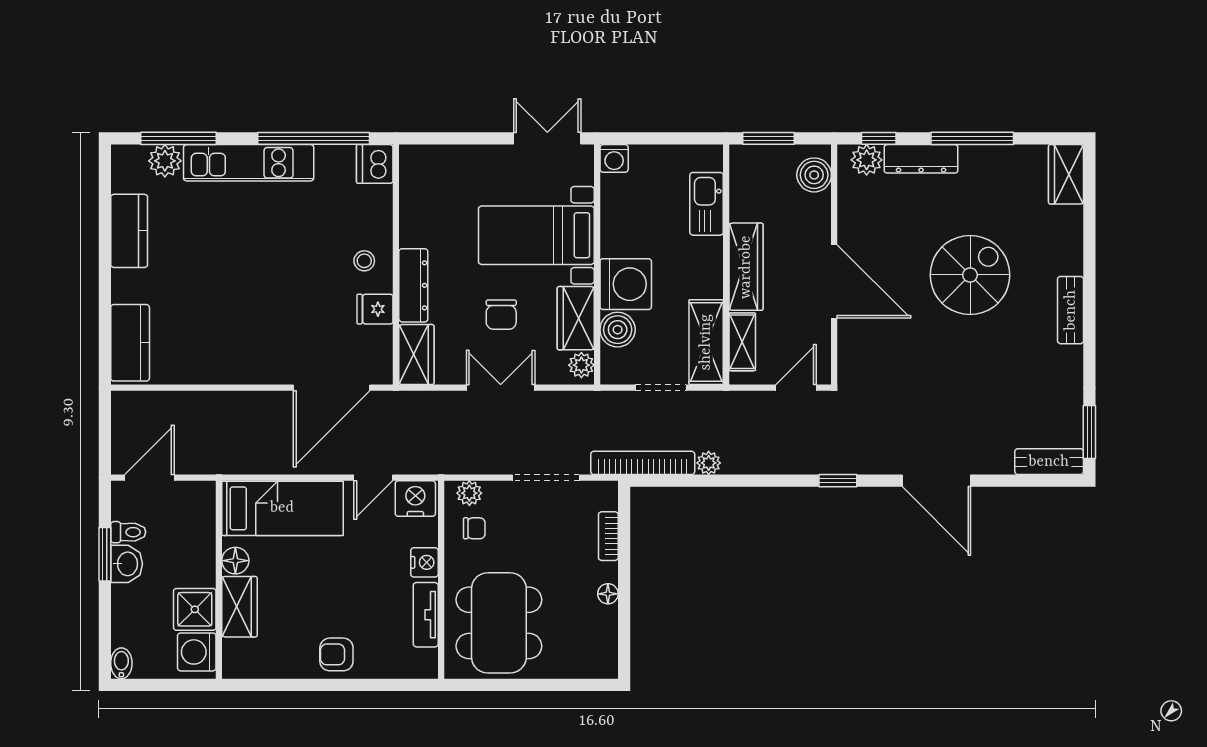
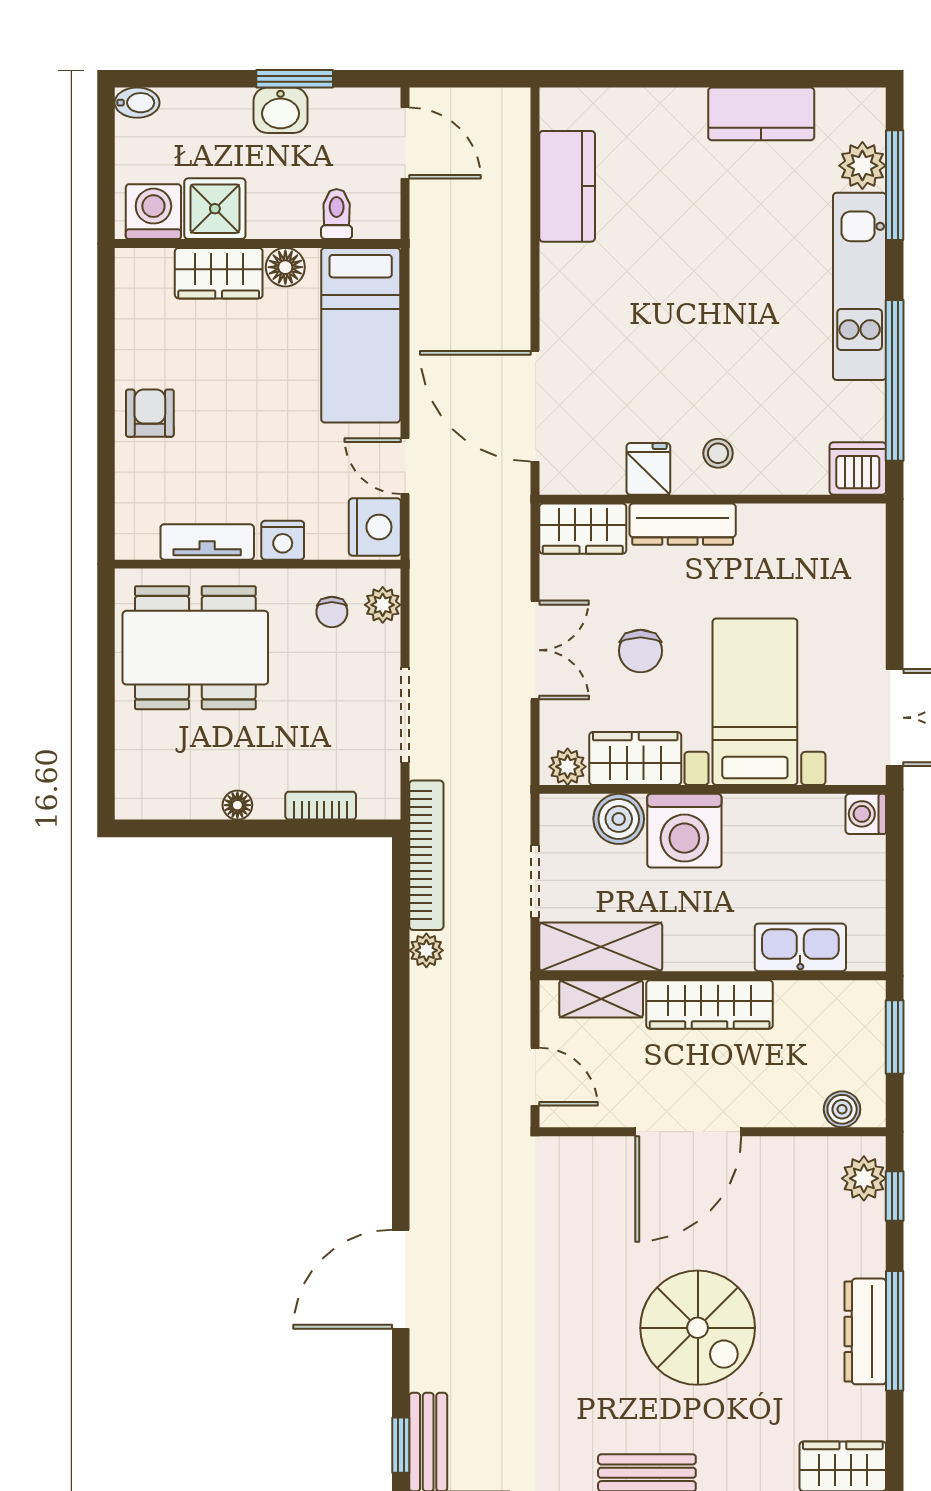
dresser: (921, 159) -> (865, 1331), moved
boiler: (814, 175) -> (842, 1109), width x0.73, depth x0.73
chair: (501, 315) -> (640, 651), turned -90
kitchen counter: (130, 343) -> (567, 186), moved, turned -90
window: (838, 481) -> (401, 1445), moved
toilet: (128, 532) -> (337, 214), moved, turned 180

